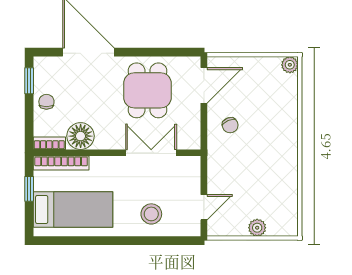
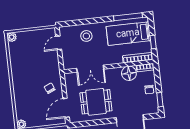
dining table: (147, 90) -> (96, 102), turned 90
plant: (257, 228) -> (12, 37), moved
window: (70, 241) -> (128, 17), added

